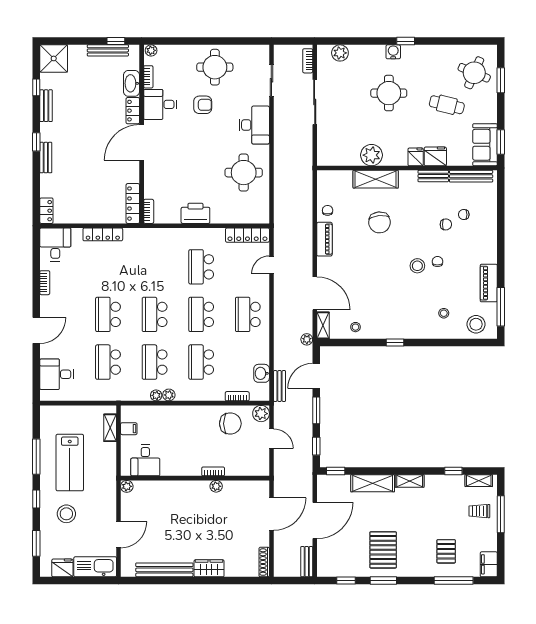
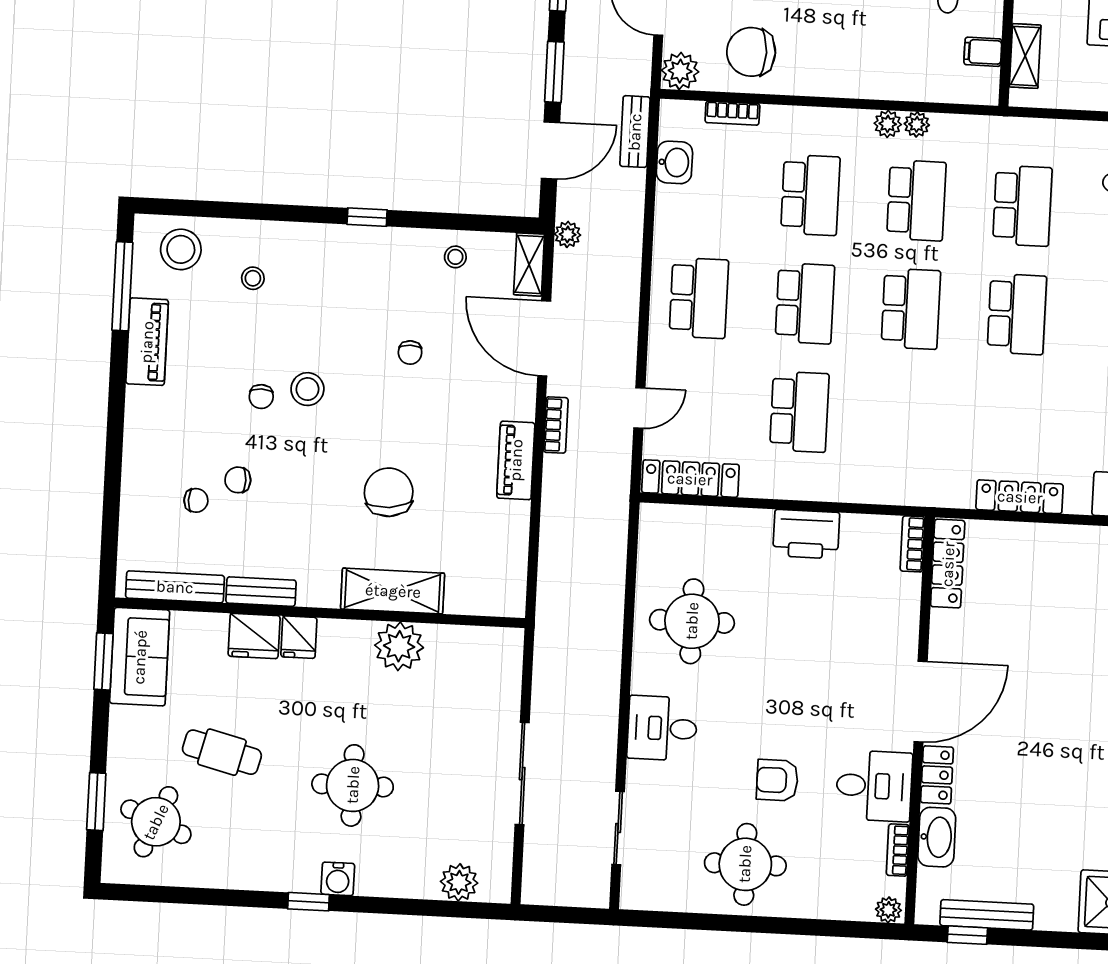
bookcase: (308, 61) -> (556, 425), moved
desk: (254, 125) -> (662, 728), width x0.73
chair: (328, 210) -> (410, 353), moved

